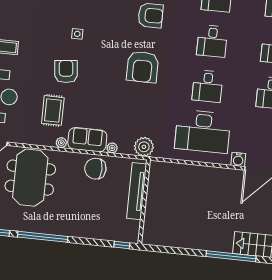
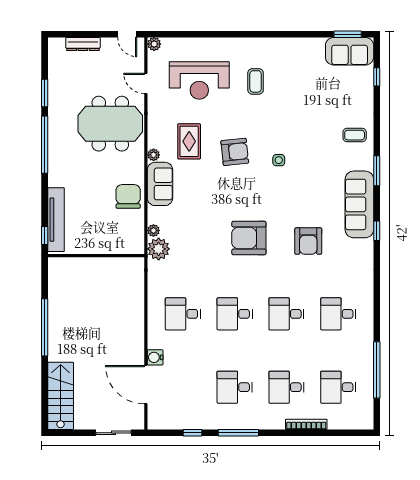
rug: (53, 110) -> (189, 141), turned 90
desk: (203, 131) -> (183, 314), width x0.53, depth x0.77
plant: (112, 148) -> (153, 231), moved
tv unit: (137, 191) -> (56, 220), moved, turned 90
window: (231, 256) -> (45, 327), moved

